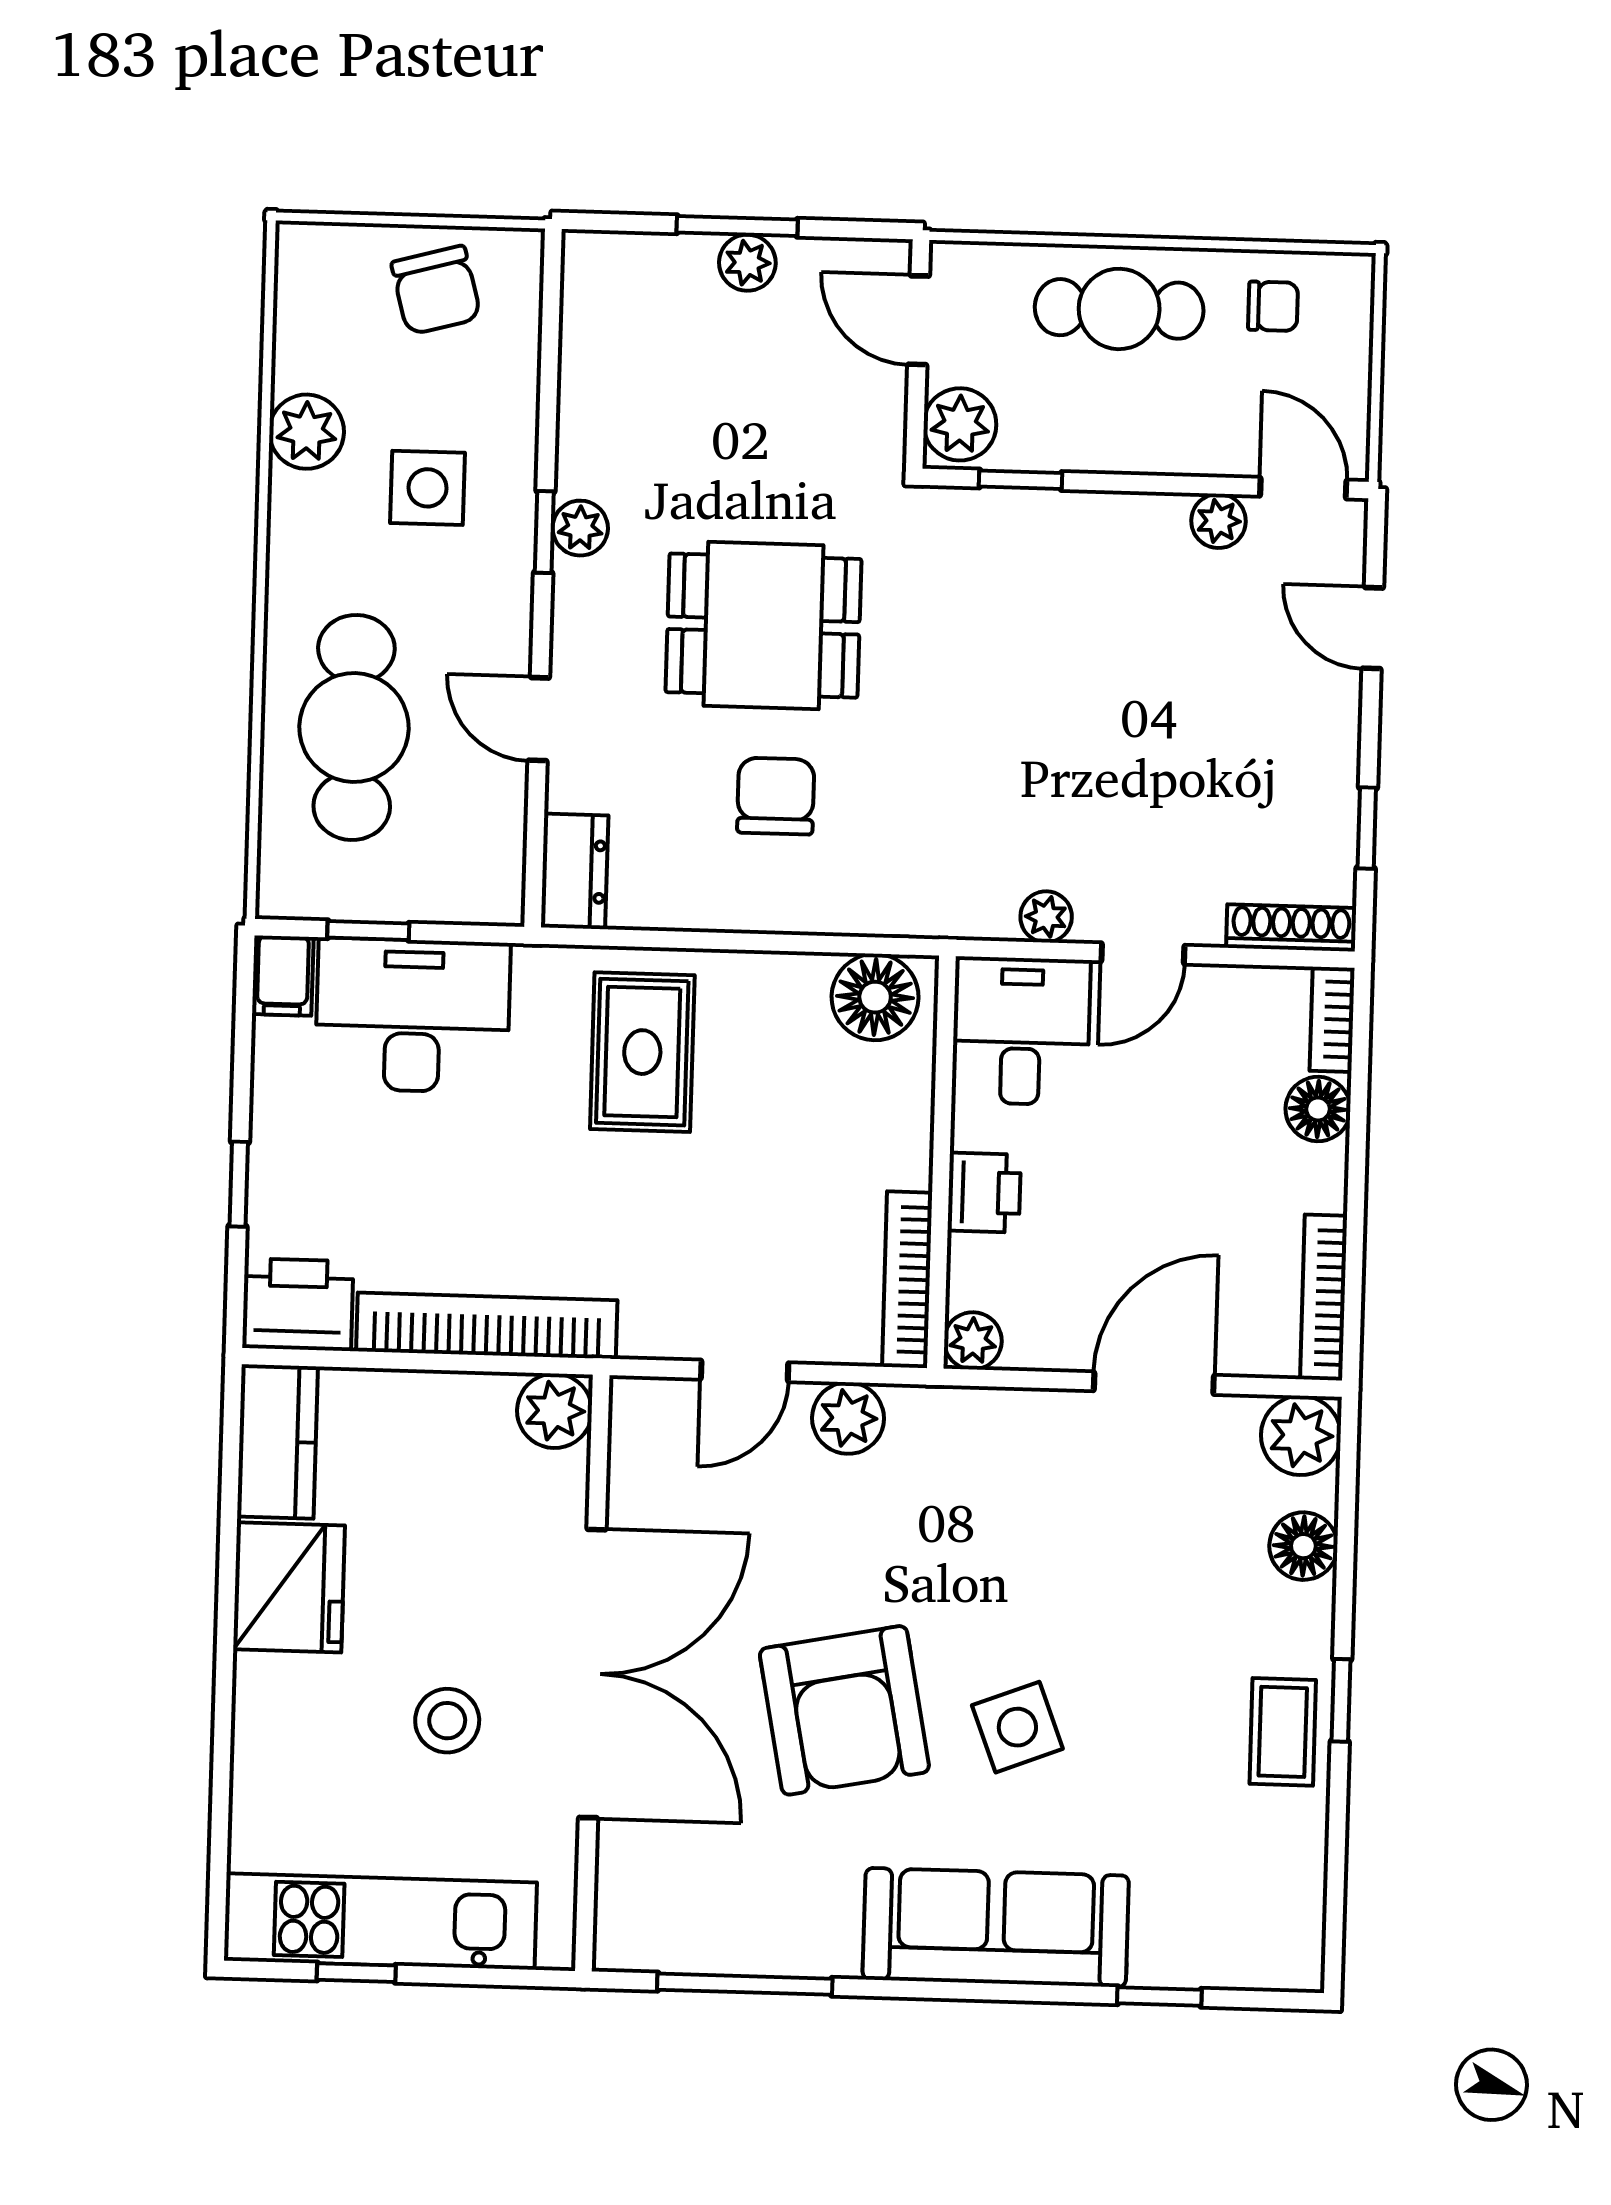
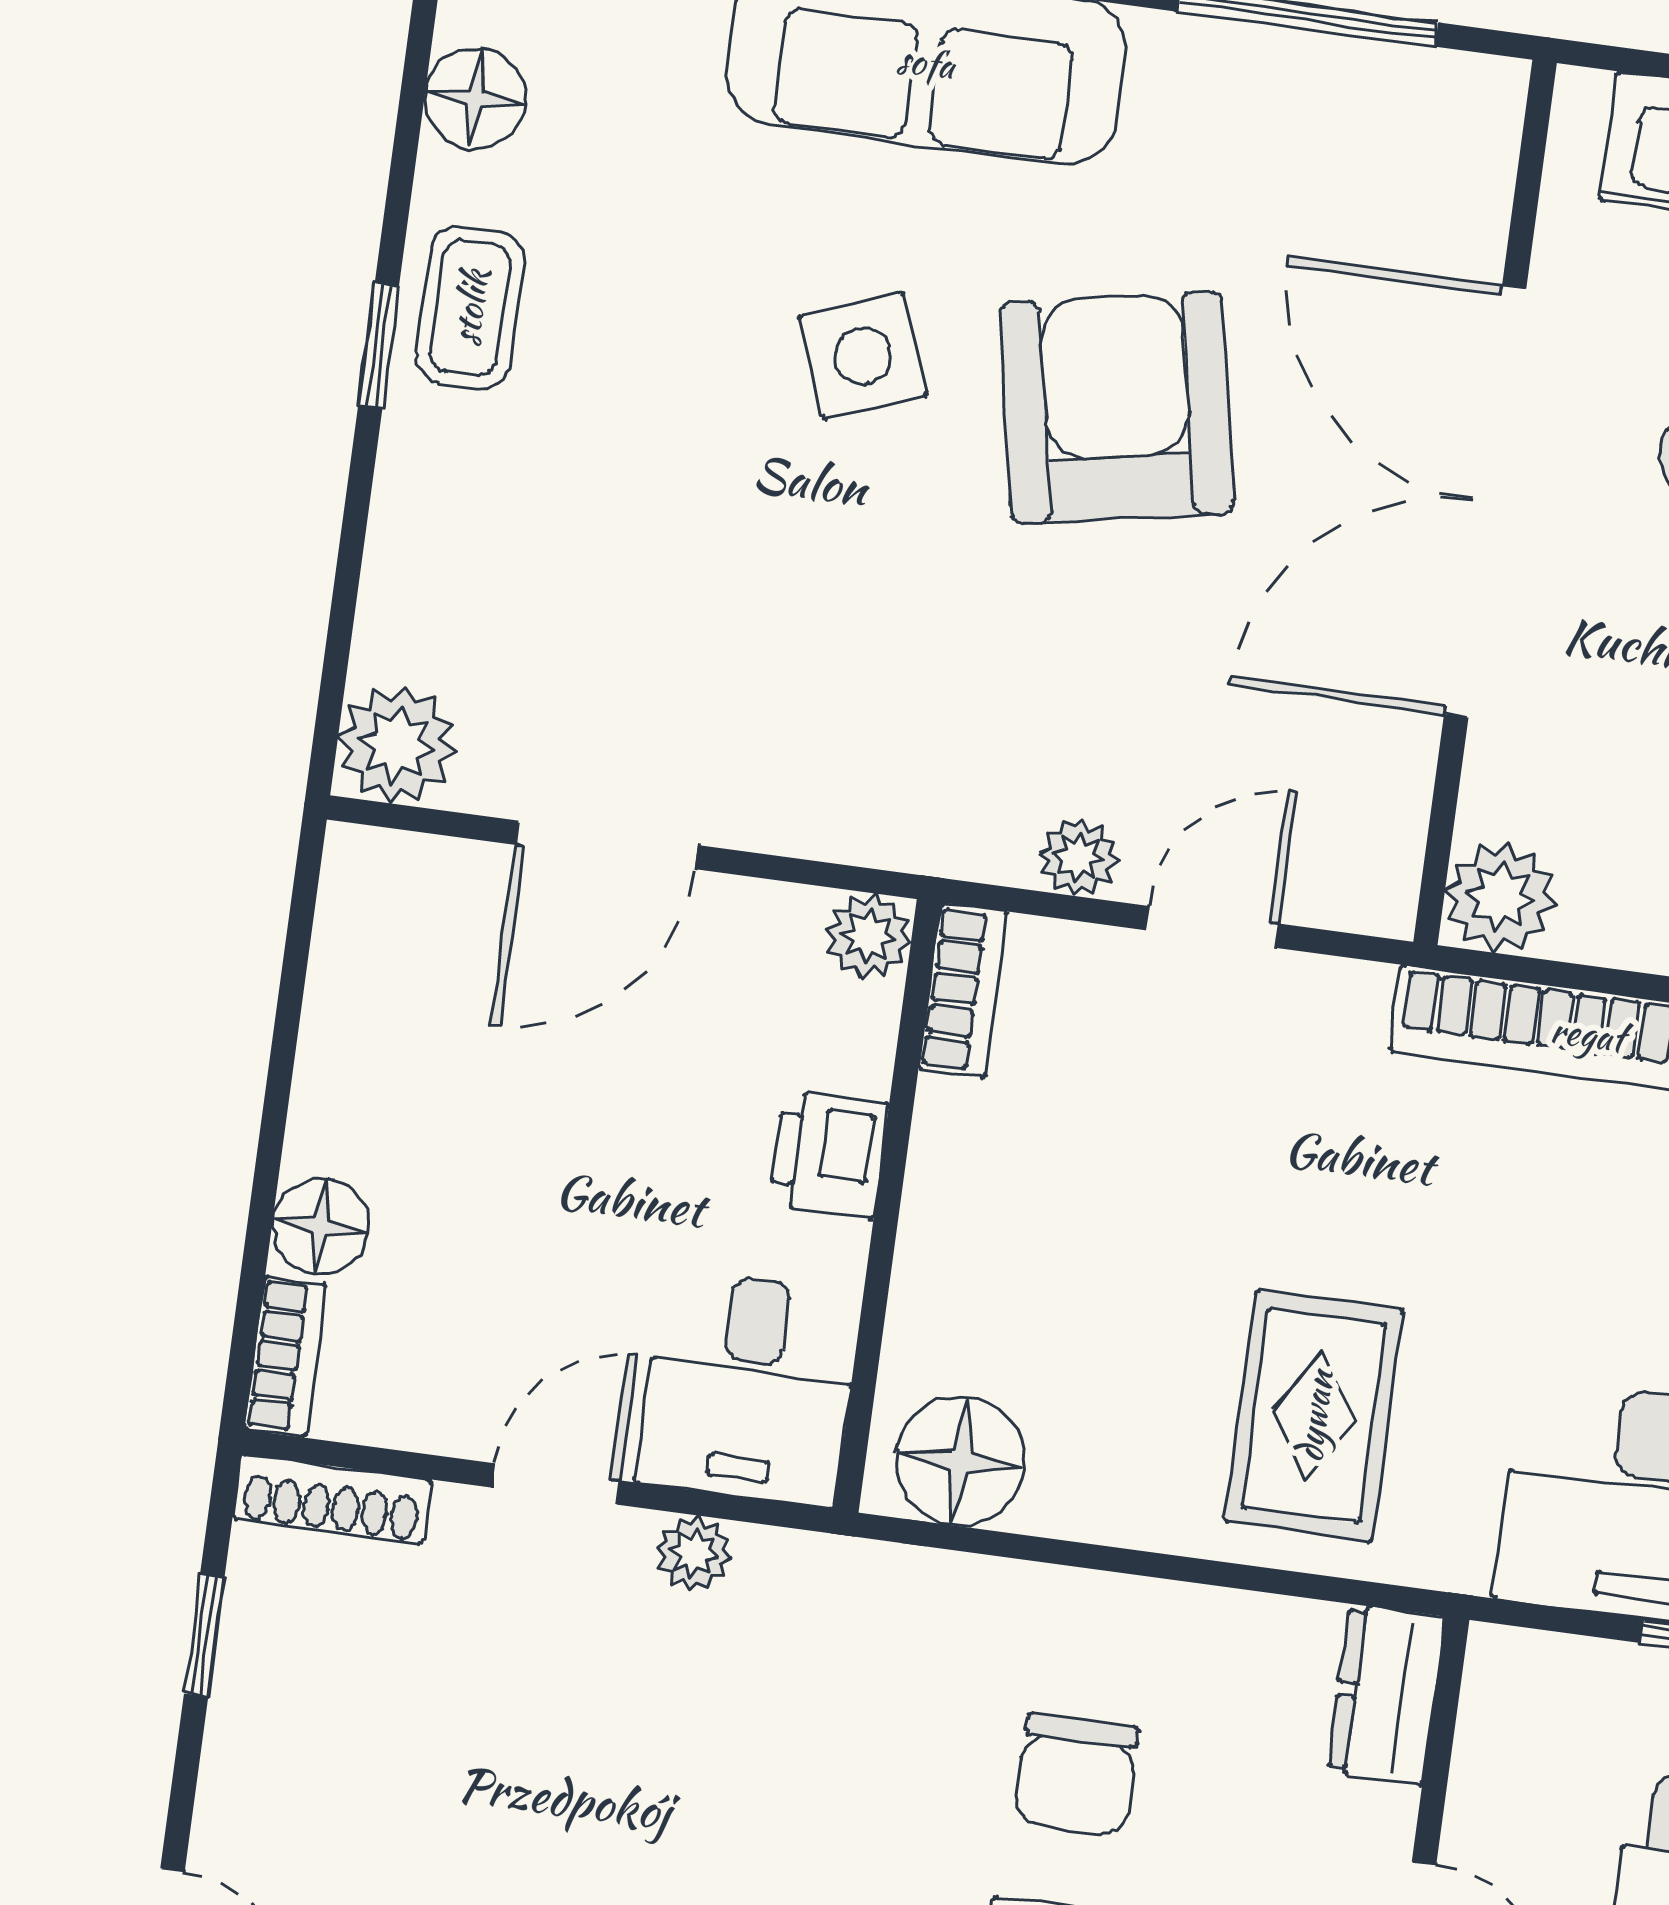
bookcase: (907, 1280) -> (963, 990), width x0.64
bookcase: (1324, 1297) -> (342, 946), removed
plant: (848, 1418) -> (1078, 857), width x0.73, depth x0.73
floor lamp: (1303, 1546) -> (475, 98), moved

